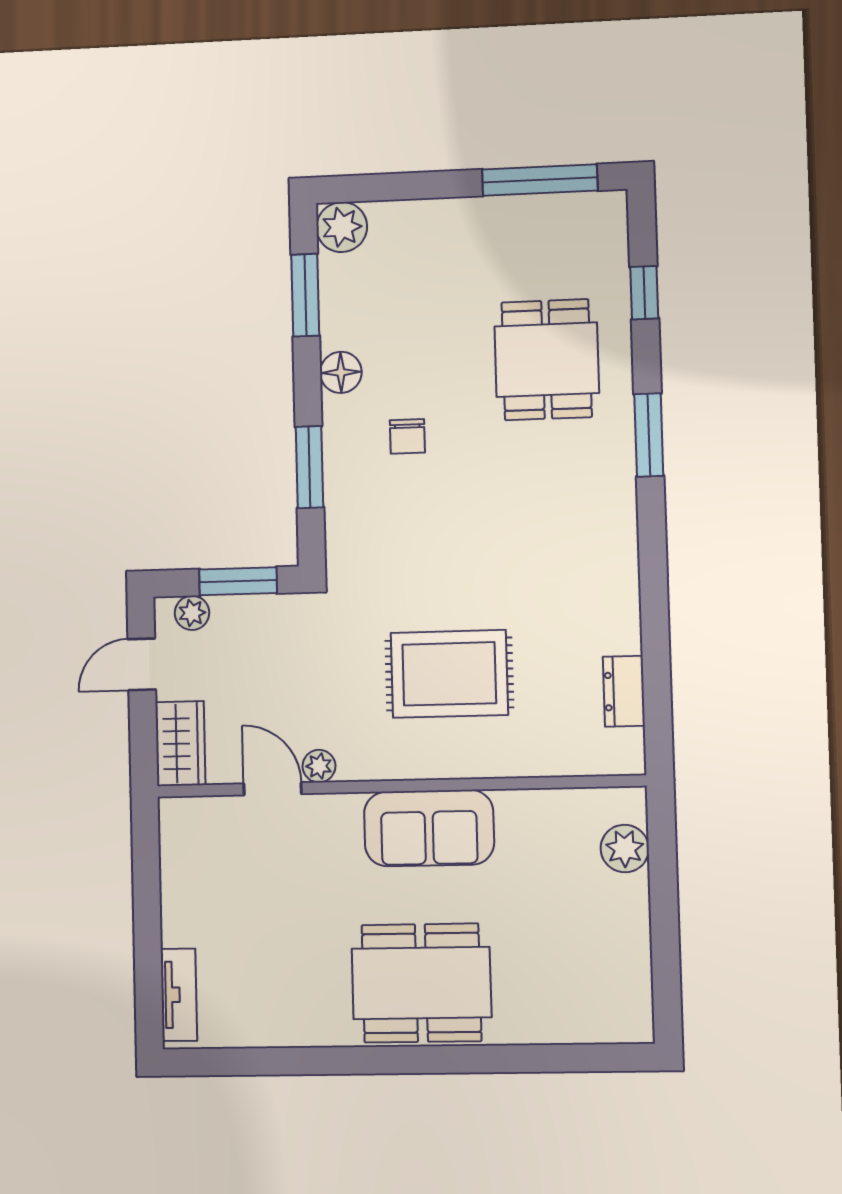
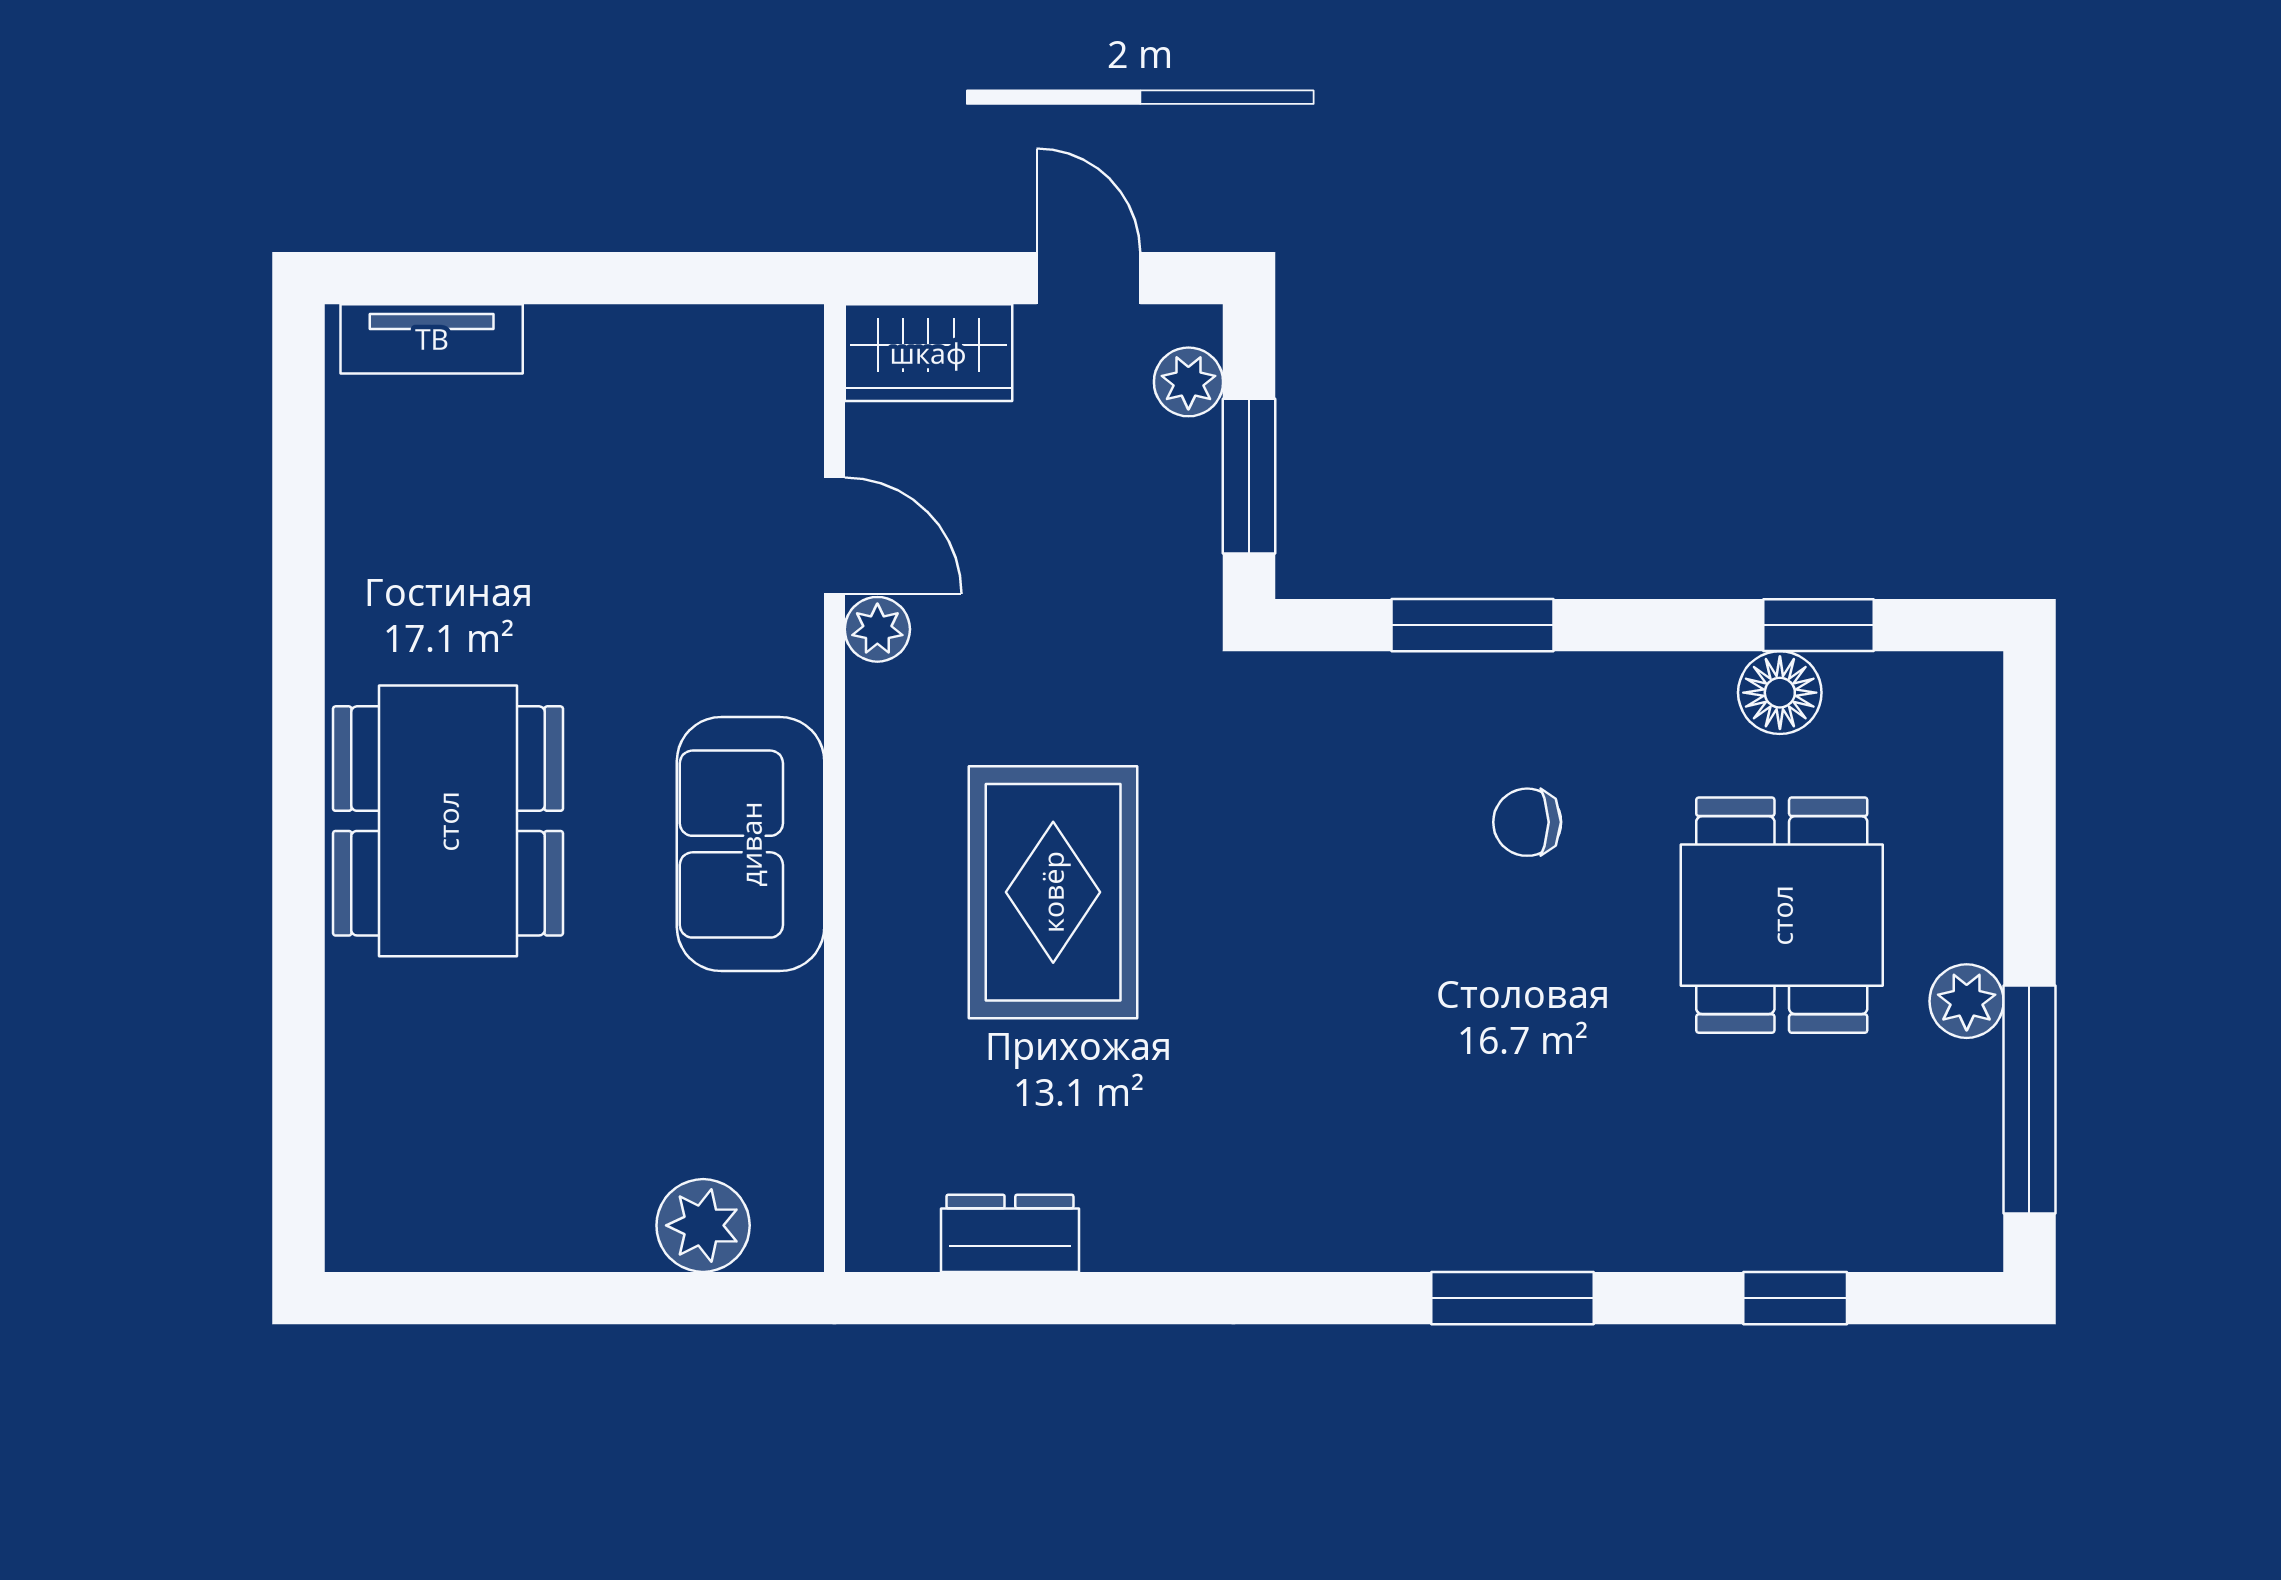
plant: (342, 227) -> (1967, 1001), moved, width x0.73, depth x0.73
window: (305, 295) -> (1819, 625), width x0.67
dining table: (547, 360) -> (1782, 915), moved, turned 90
floor lamp: (341, 372) -> (1780, 693), moved
door: (273, 789) -> (834, 536), hinge flipped

